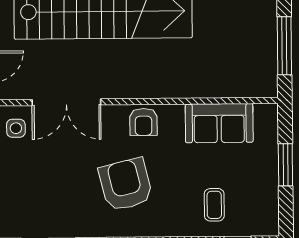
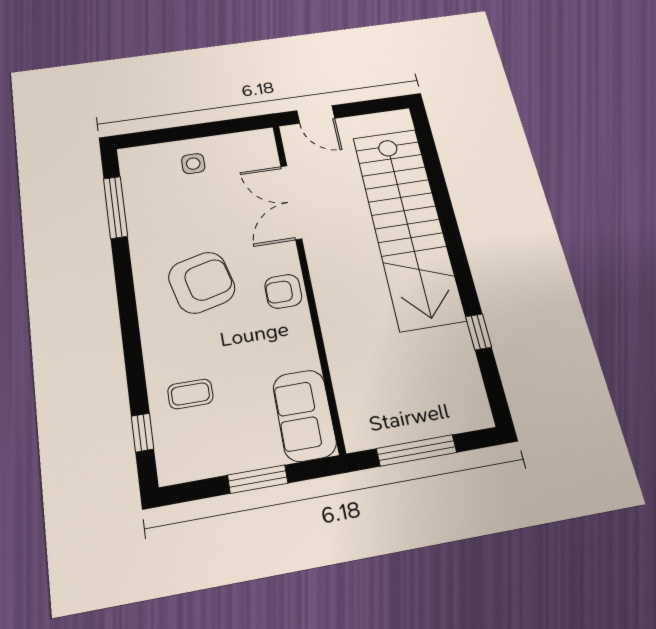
sofa: (219, 123) -> (305, 415), moved
side table: (16, 128) -> (193, 164), moved

